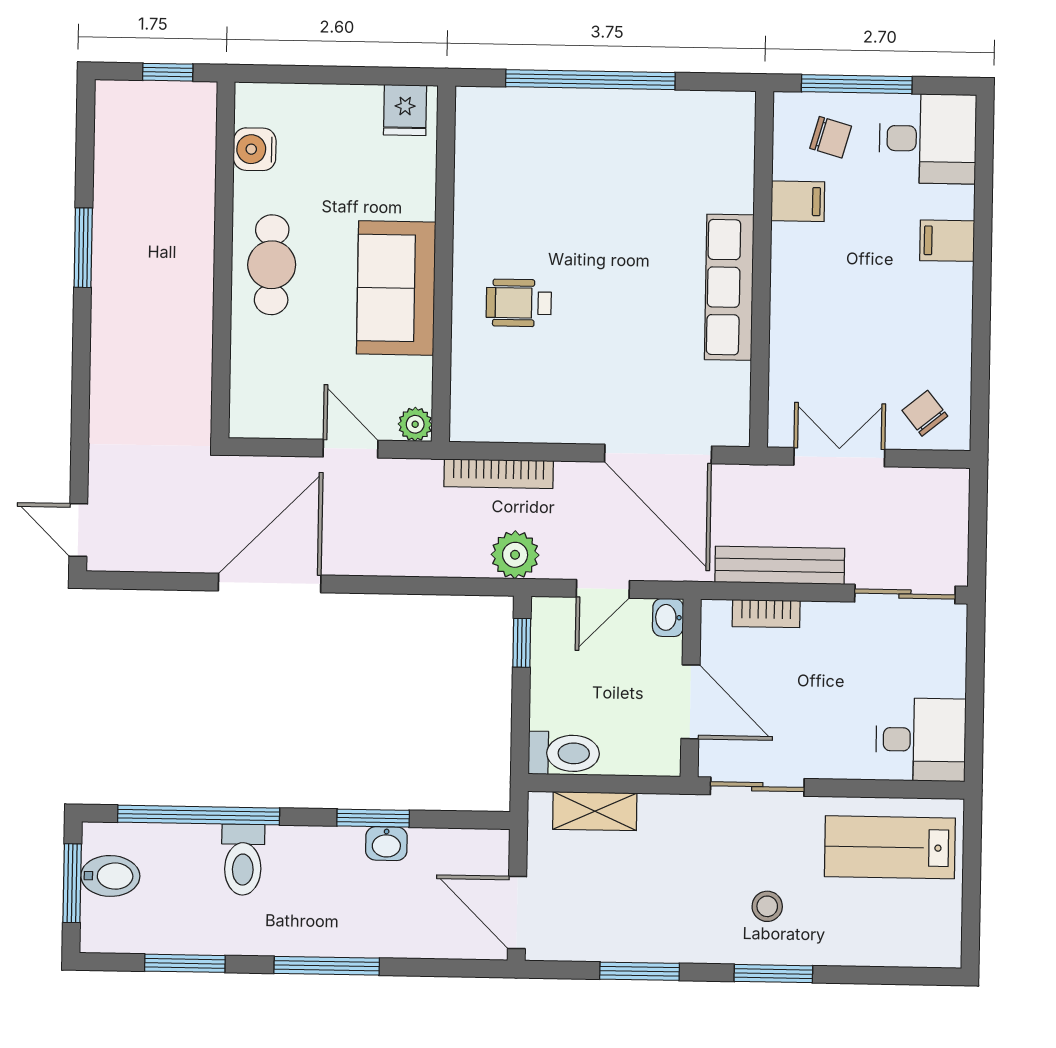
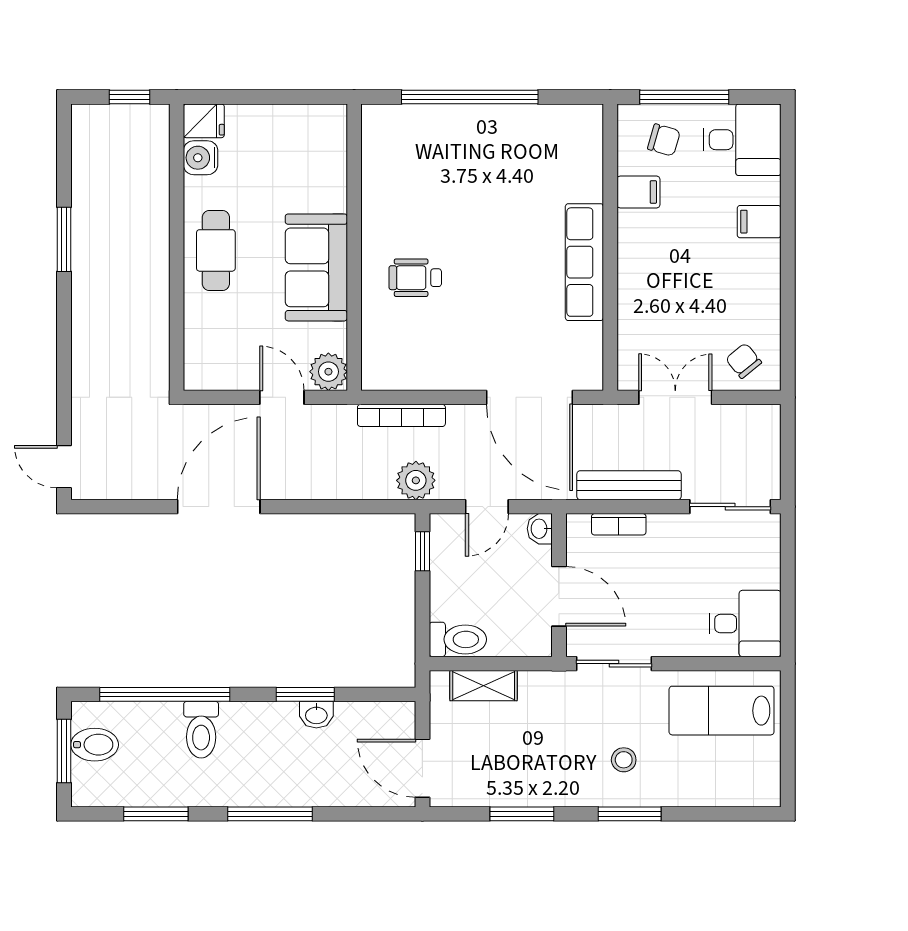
fridge: (405, 110) -> (204, 121), moved, turned -90
plant: (415, 424) -> (328, 372), width x1.38, depth x1.38

